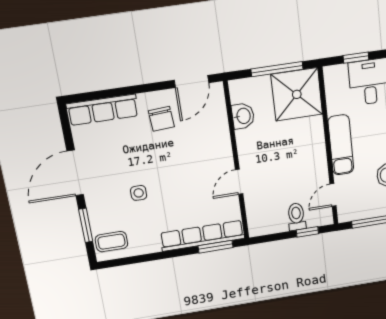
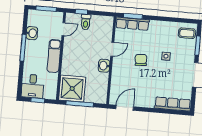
washbasin: (243, 116) -> (104, 66), moved
chair: (161, 119) -> (141, 60), moved
row of seats: (202, 236) -> (132, 24), width x0.73

